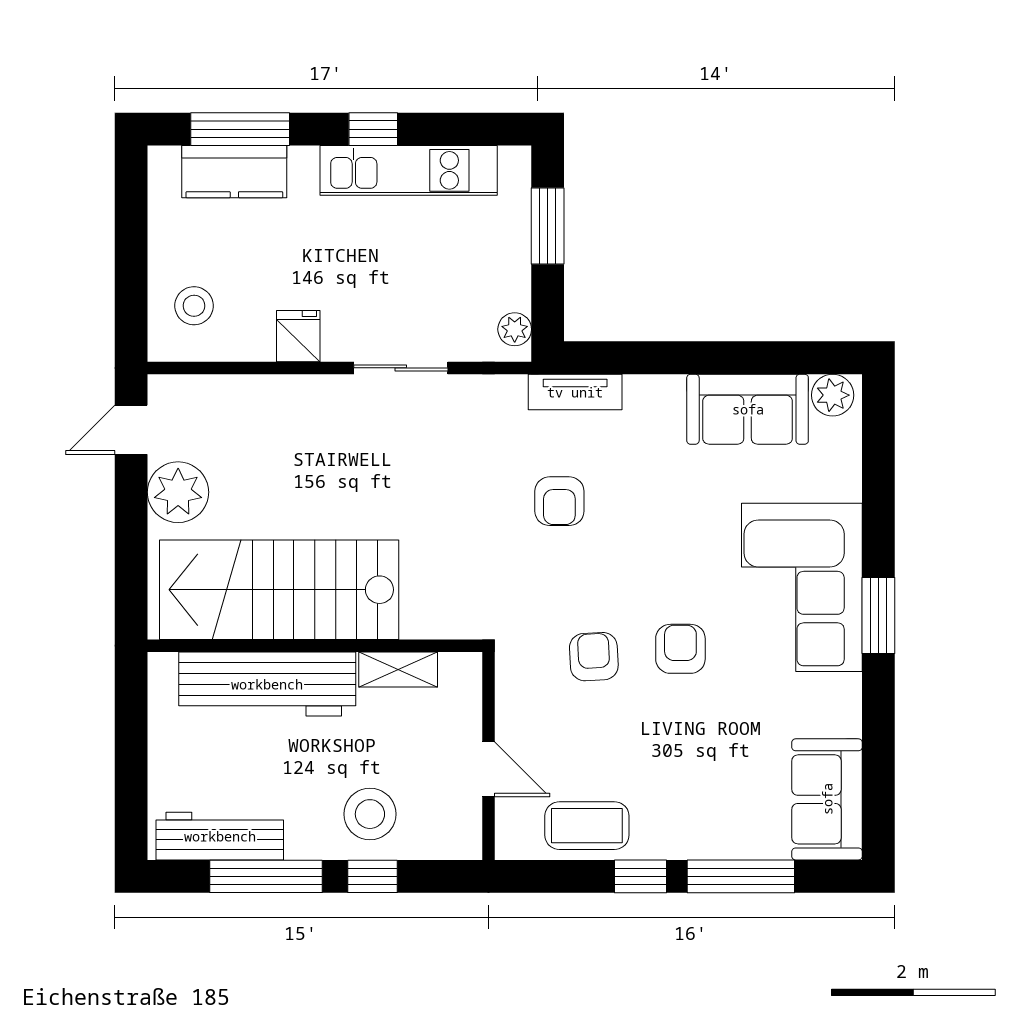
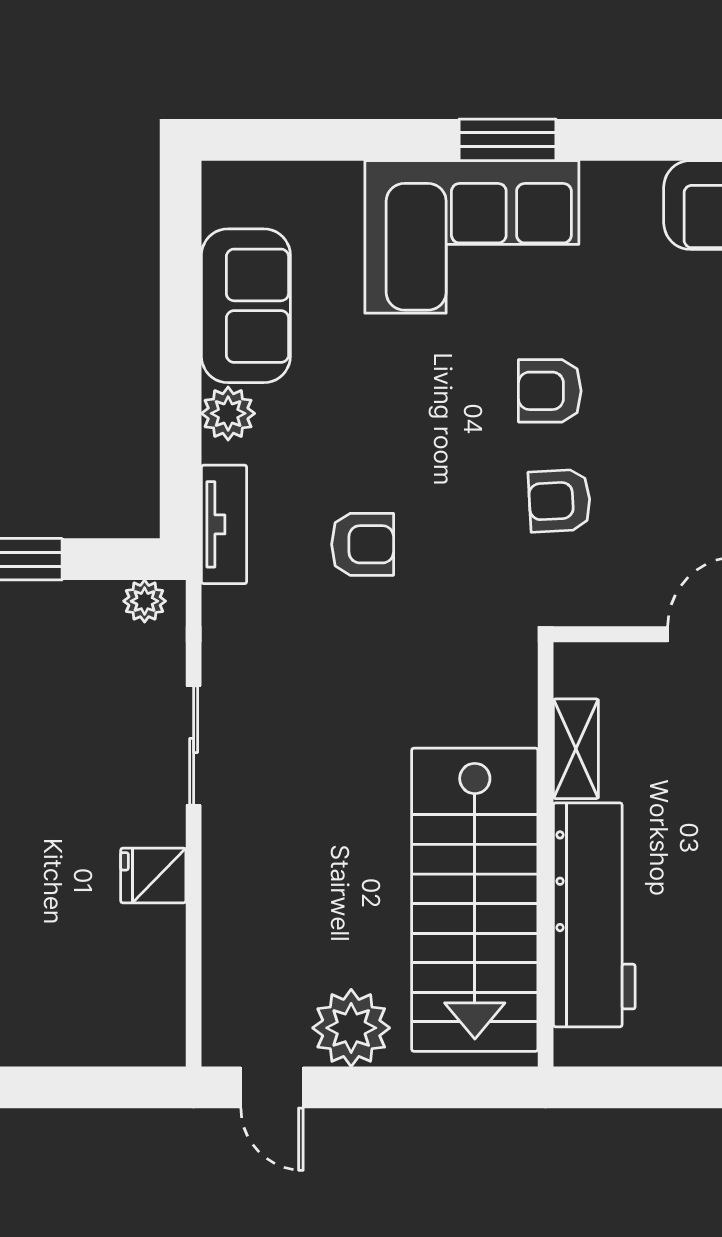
stool: (194, 306) -> (115, 1008), removed
plant: (833, 395) -> (228, 413), moved

